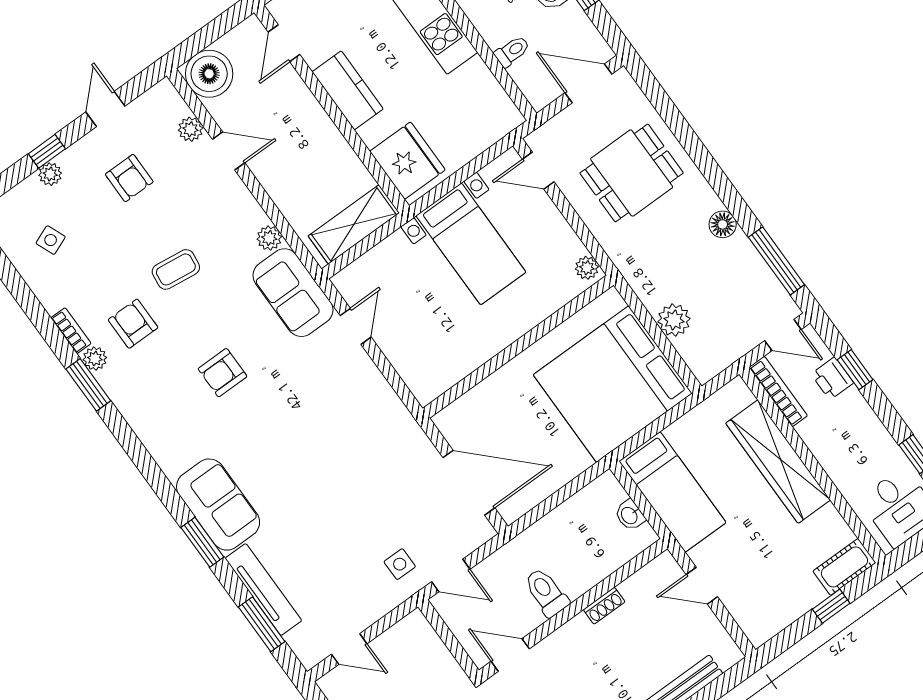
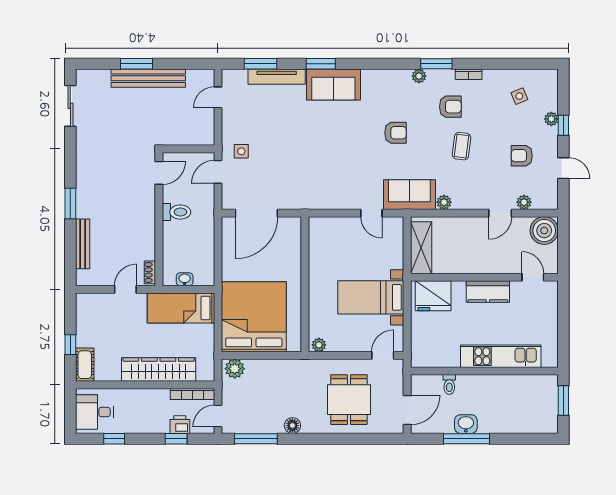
plant: (674, 320) -> (235, 369), moved
plant: (95, 359) -> (419, 76), moved
armchair: (223, 373) -> (395, 133), turned 90
shoe rack: (604, 606) -> (150, 272), moved

